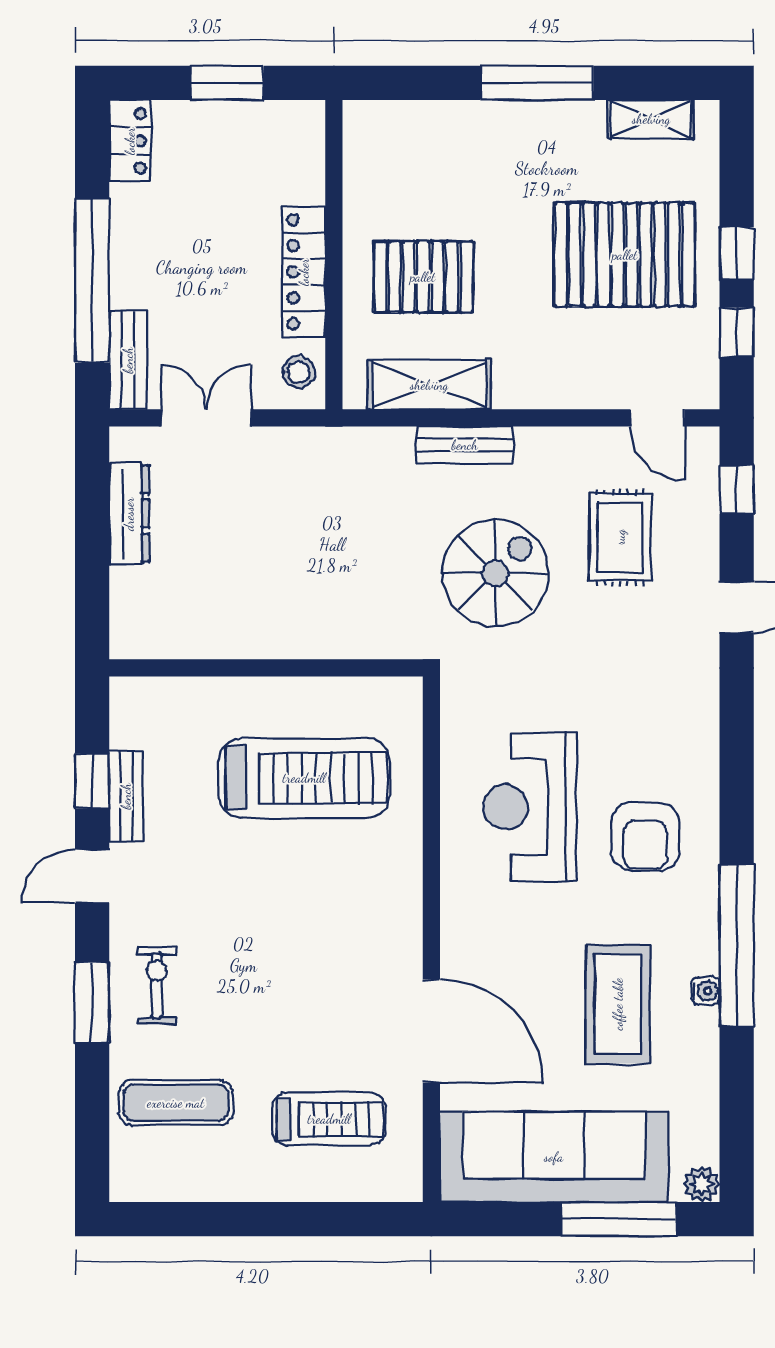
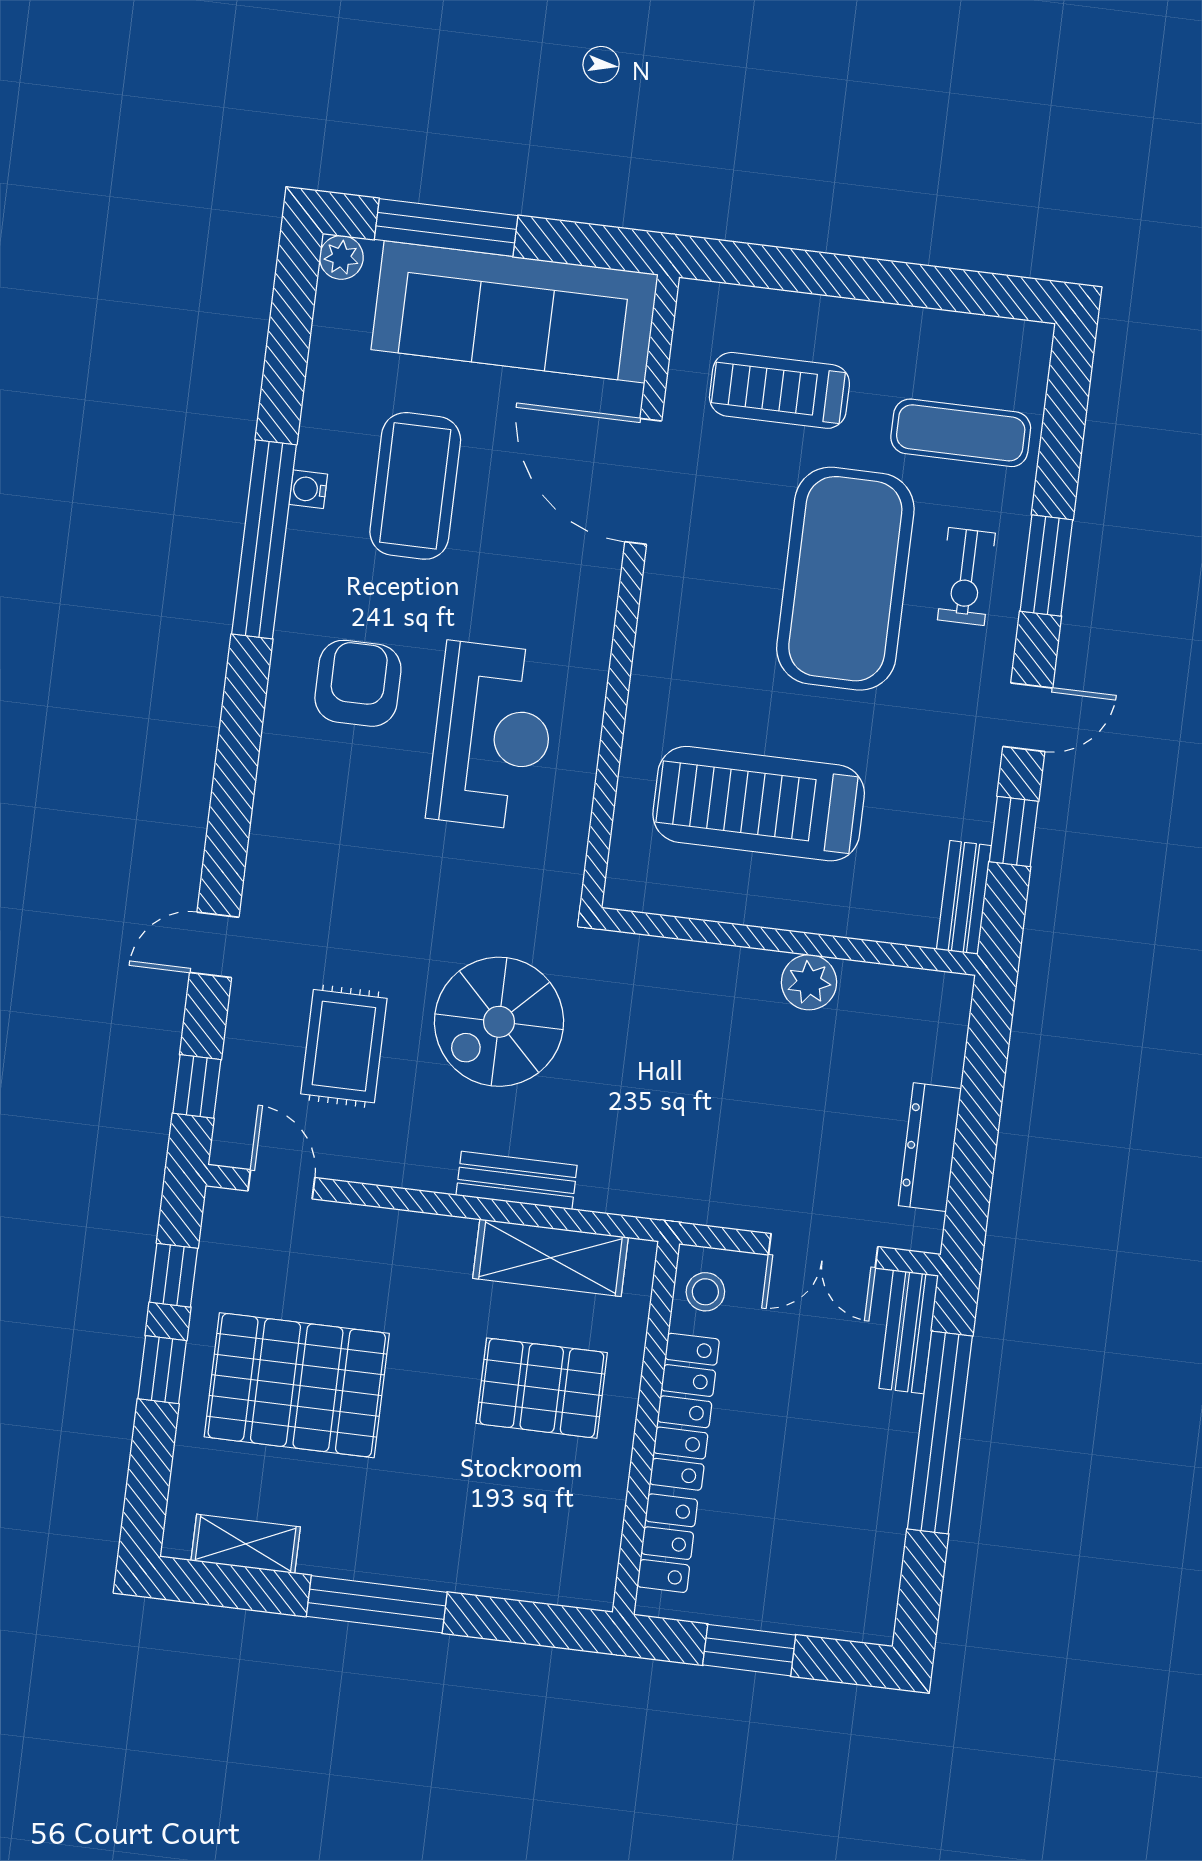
locker: (130, 141) -> (667, 1543), moved, turned 180
plant: (245, 637) -> (809, 982), added
bench: (126, 796) -> (964, 897), moved
exercise mat: (256, 971) -> (845, 579), added

